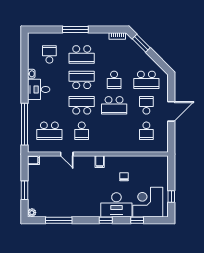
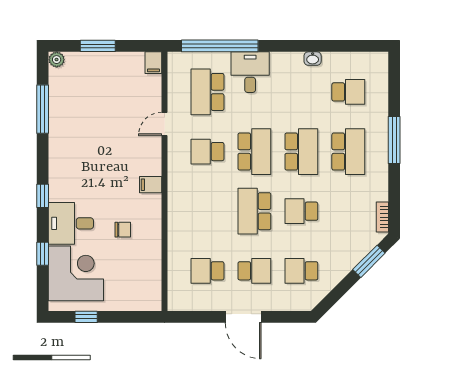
school desk: (82, 54) -> (348, 152), turned 180
school desk: (146, 80) -> (301, 271), width x0.54
desk: (39, 89) -> (250, 72), moved
desk: (116, 205) -> (71, 223), width x0.73

